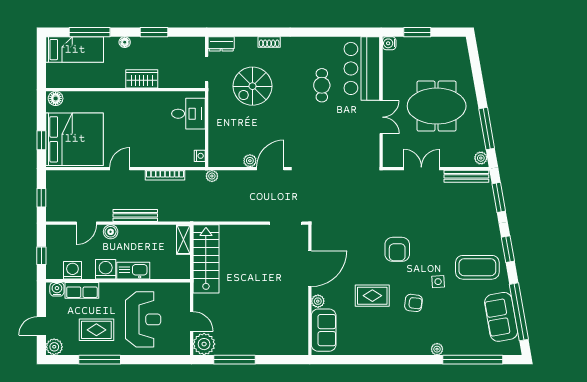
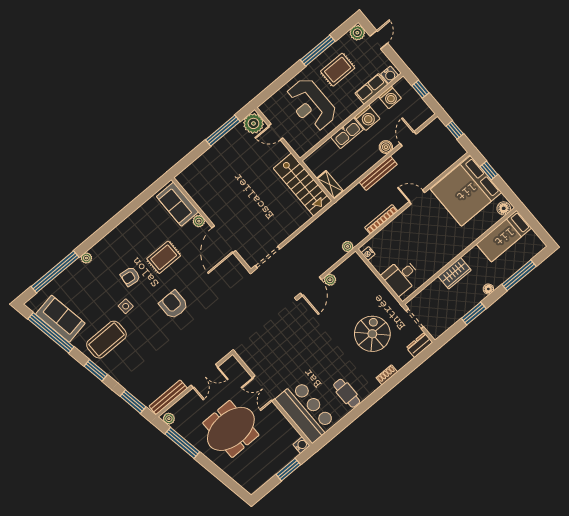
bed: (75, 50) -> (504, 236), moved
cafe table: (322, 85) -> (347, 393), moved
door: (120, 169) -> (417, 197), swing flipped

